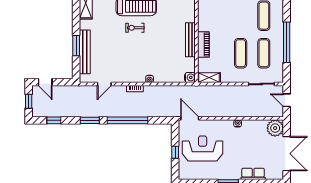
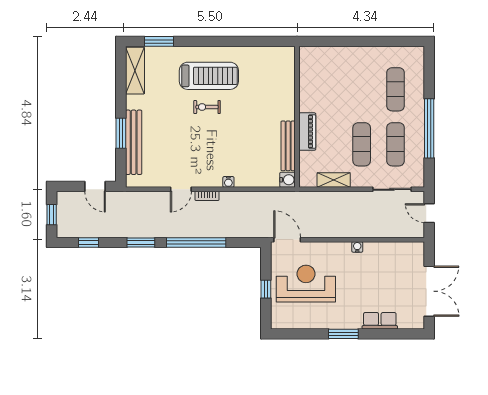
bench: (190, 40) -> (288, 146), moved
shelving: (209, 78) -> (334, 180), moved
door: (45, 82) -> (95, 186), moved
door: (104, 84) -> (181, 189), moved
plant: (275, 128) -> (412, 254), removed

